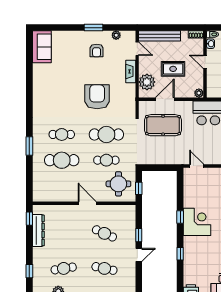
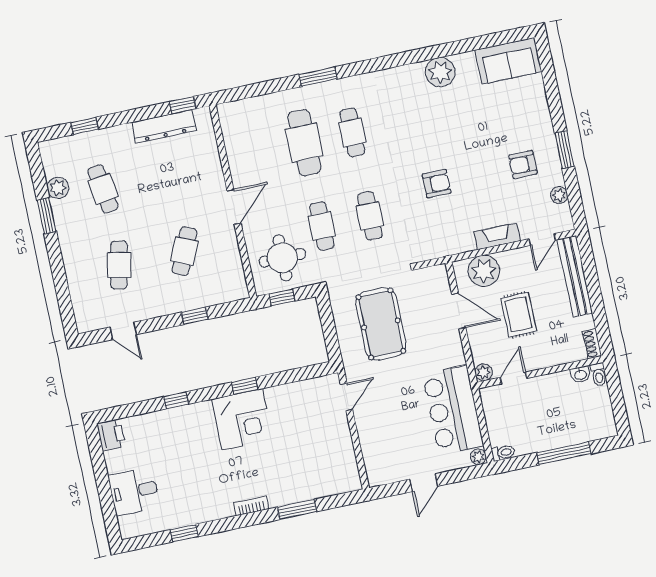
door: (205, 62) -> (513, 378), moved
plant: (40, 83) -> (440, 72), added
armchair: (97, 97) -> (437, 184), width x0.53, depth x0.53
pool table: (163, 125) -> (381, 324), moved
cafe table: (106, 134) -> (370, 216), width x0.73, depth x0.74
door: (139, 255) -> (123, 331), moved

